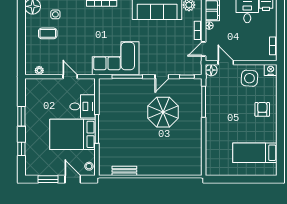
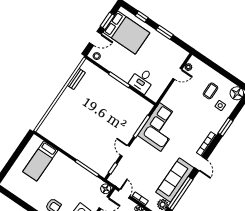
door: (70, 77) -> (177, 74), moved
parasol: (163, 112) -> (99, 135), removed
bed: (73, 134) -> (126, 33), moved, turned 90
bed: (255, 153) -> (40, 161), moved, turned 180

